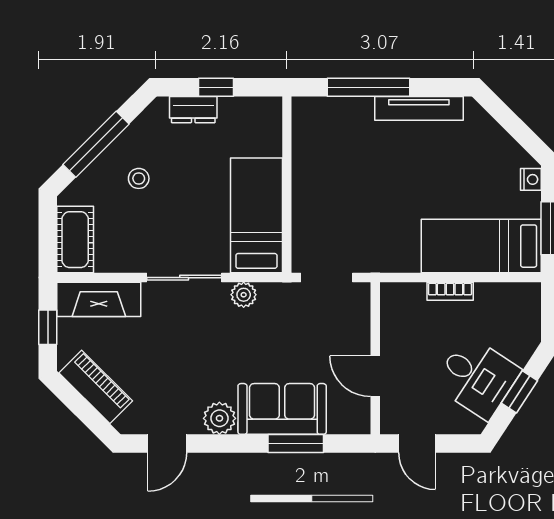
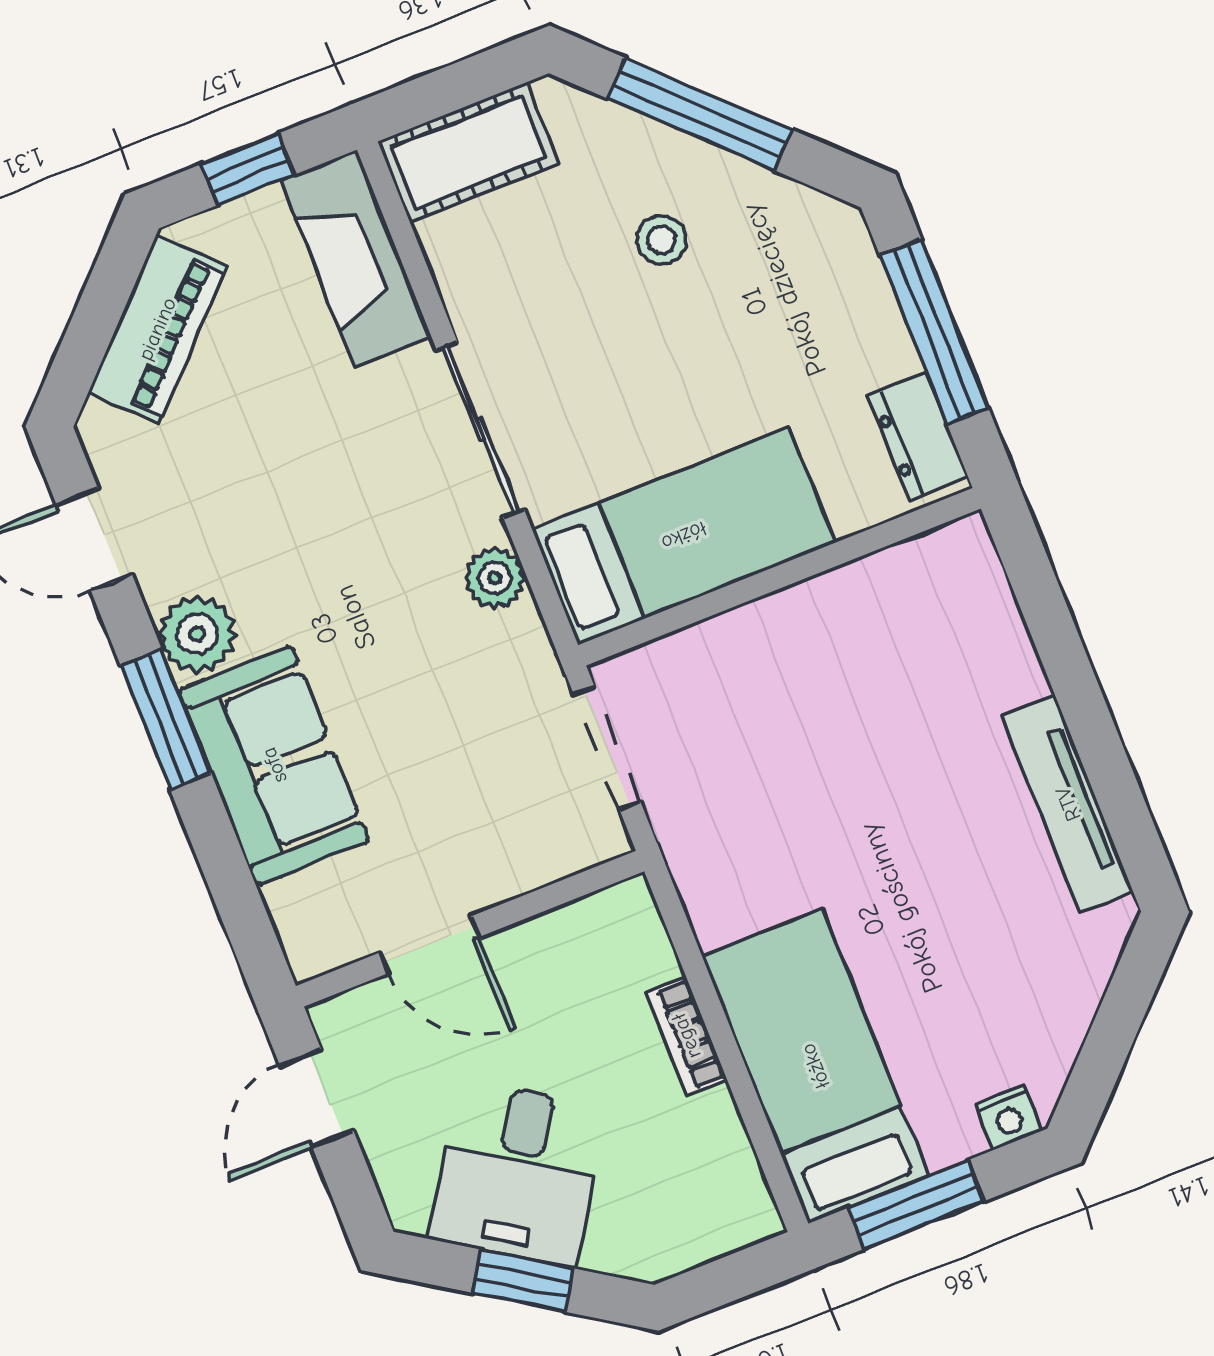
window: (216, 87) -> (934, 332), width x2.17
window: (369, 87) -> (1070, 672), removed
dresser: (193, 110) -> (918, 437), moved
door: (375, 376) -> (430, 945), swing flipped
window: (296, 444) -> (166, 719), moved

